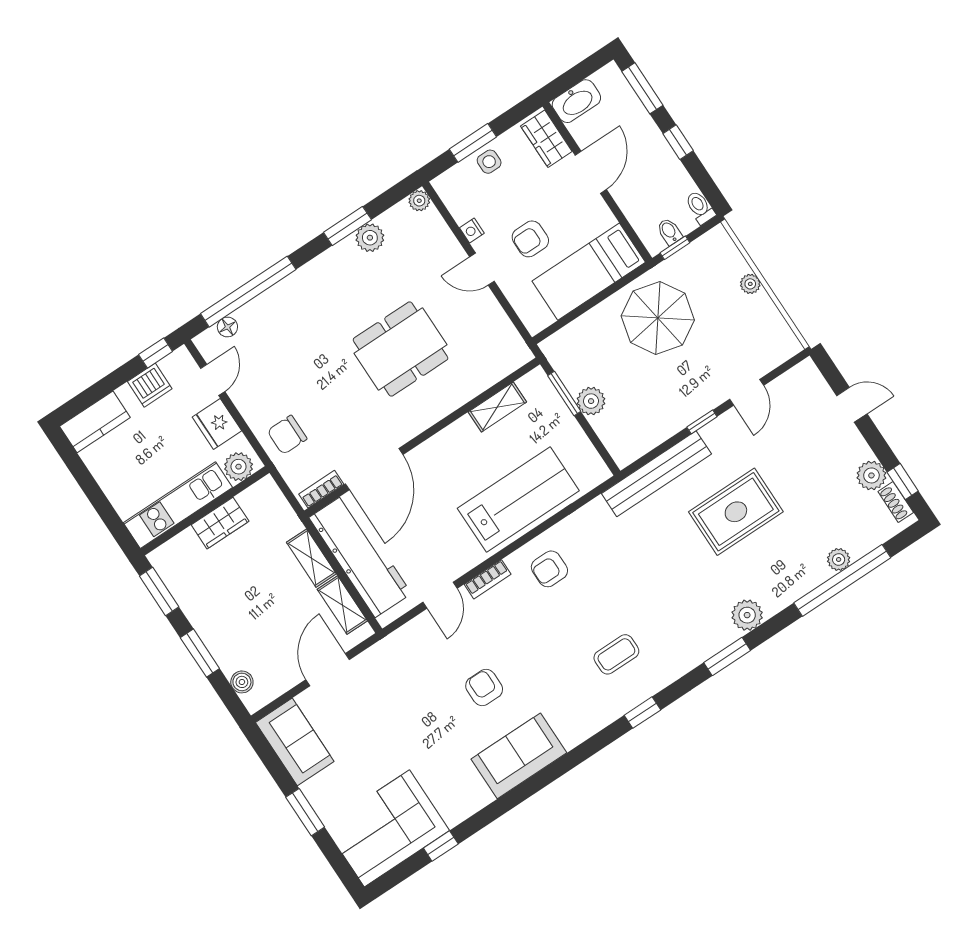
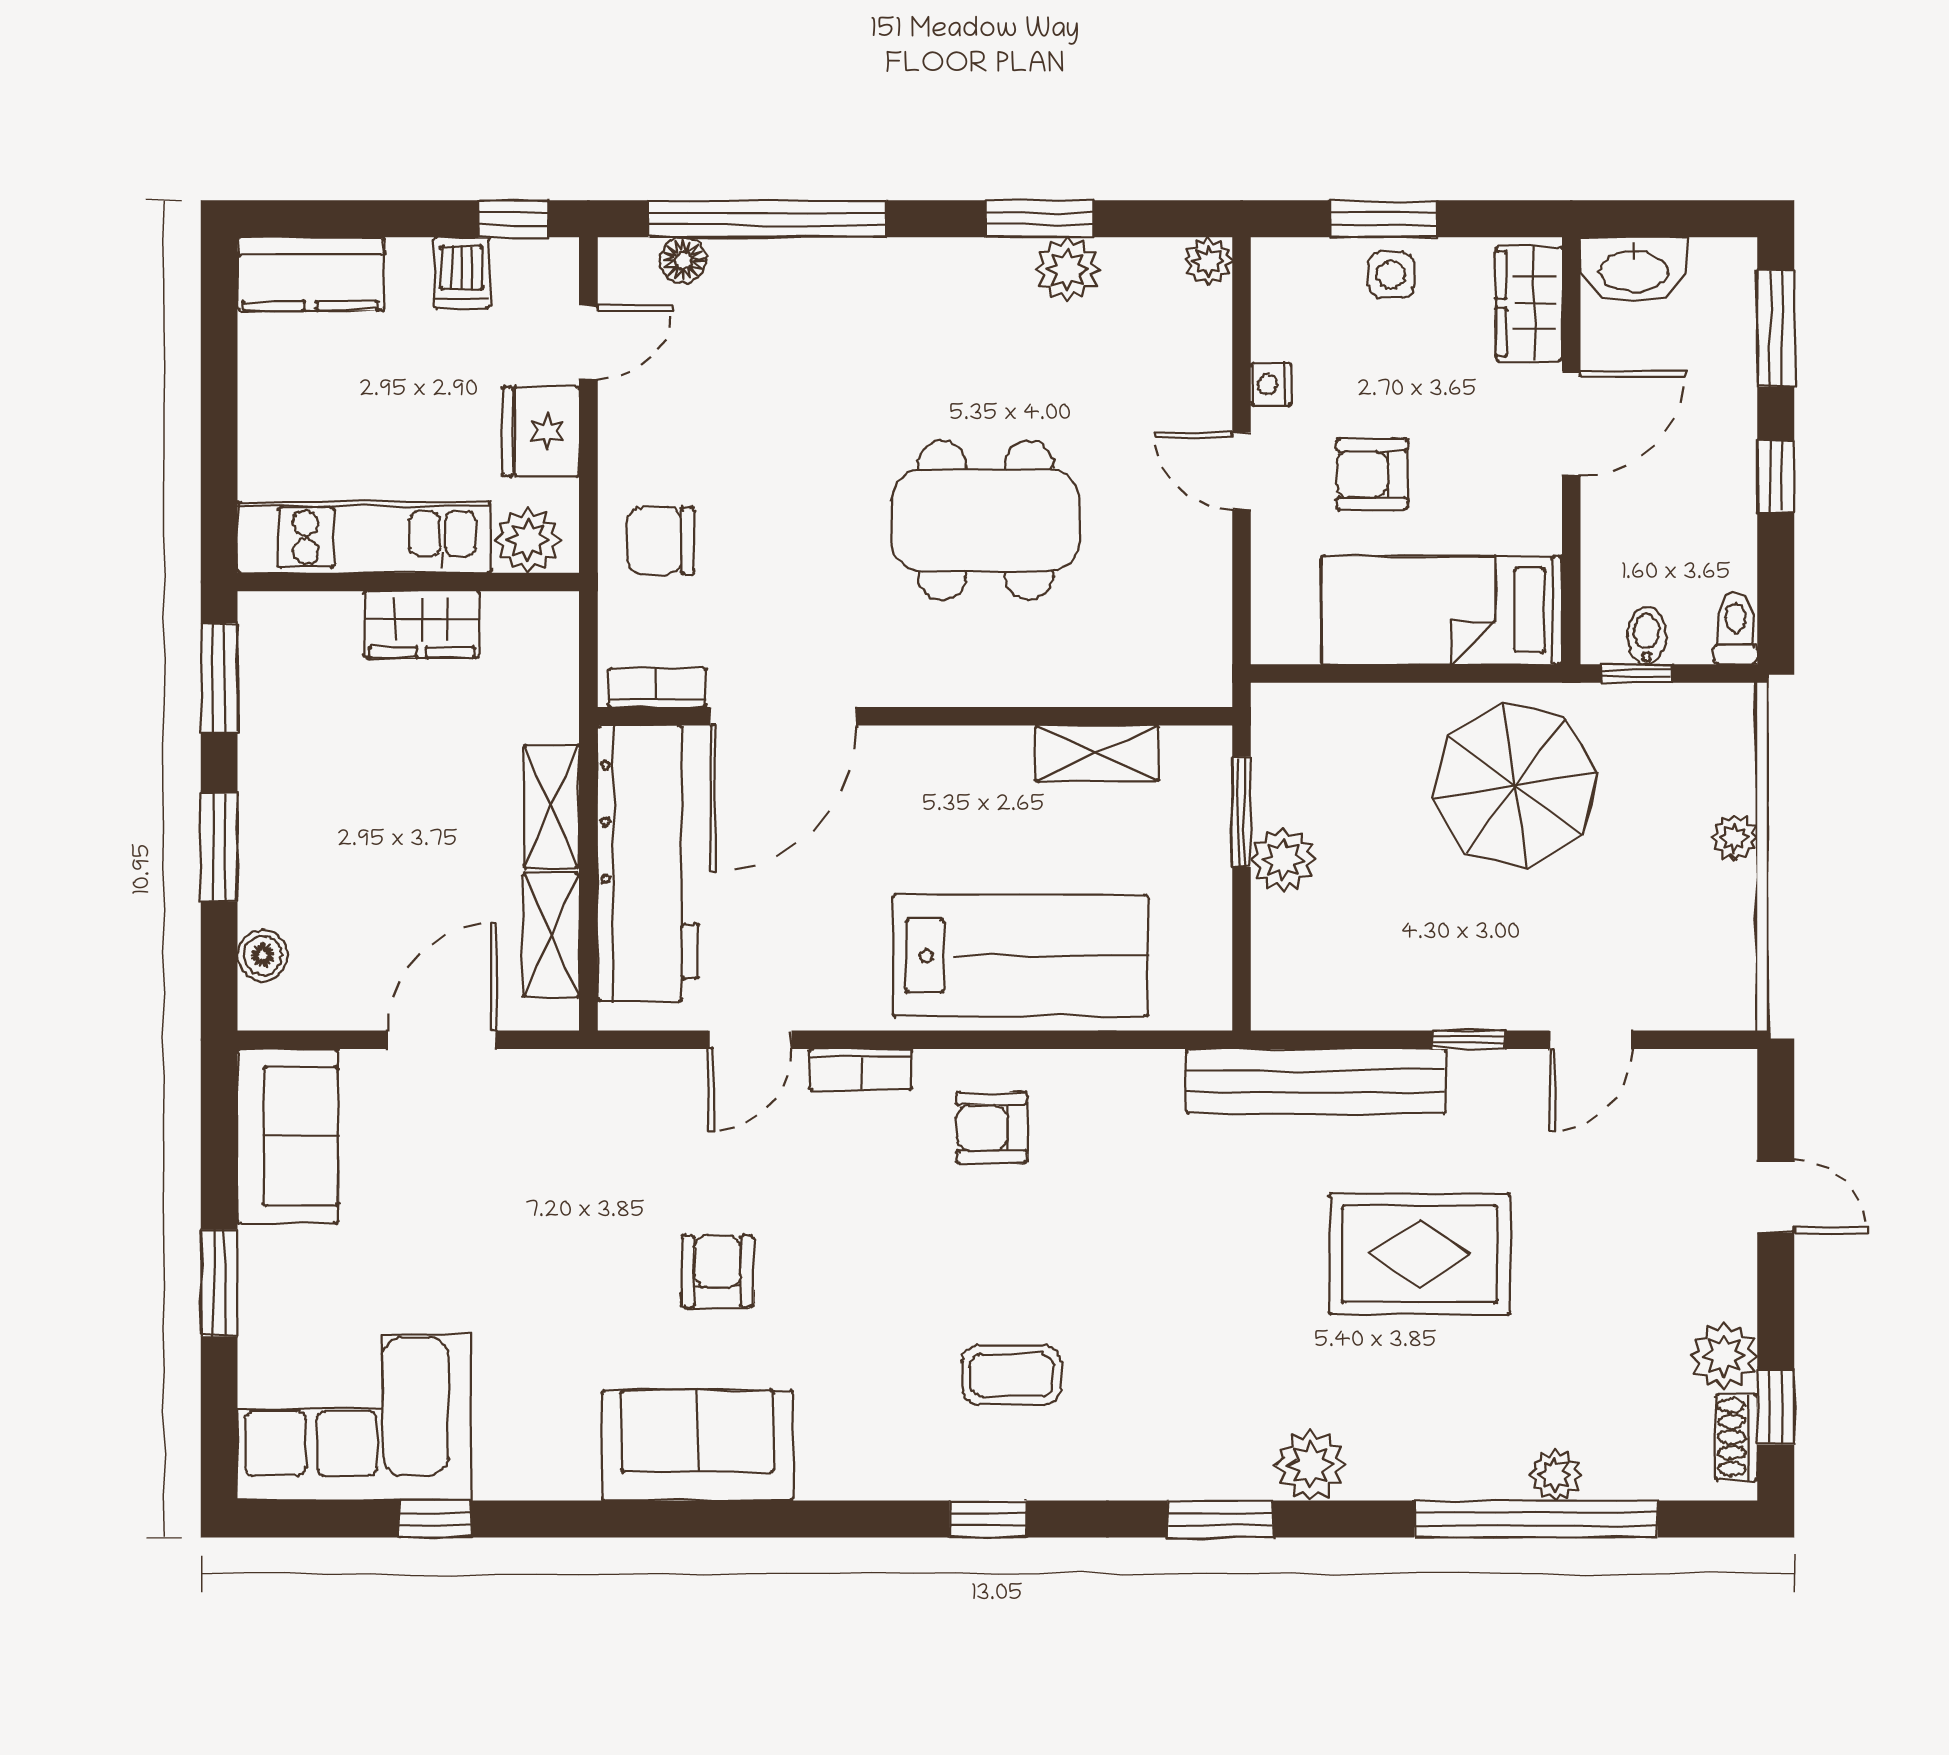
dishwasher: (150, 385) -> (462, 273), width x0.73

